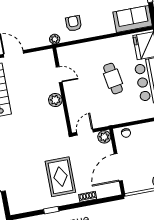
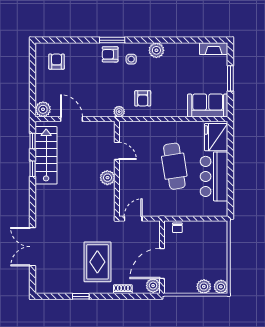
armchair: (73, 23) -> (143, 98), turned 180
cafe table: (113, 79) -> (174, 166), width x1.37, depth x1.35
plant: (104, 137) -> (153, 286), moved

